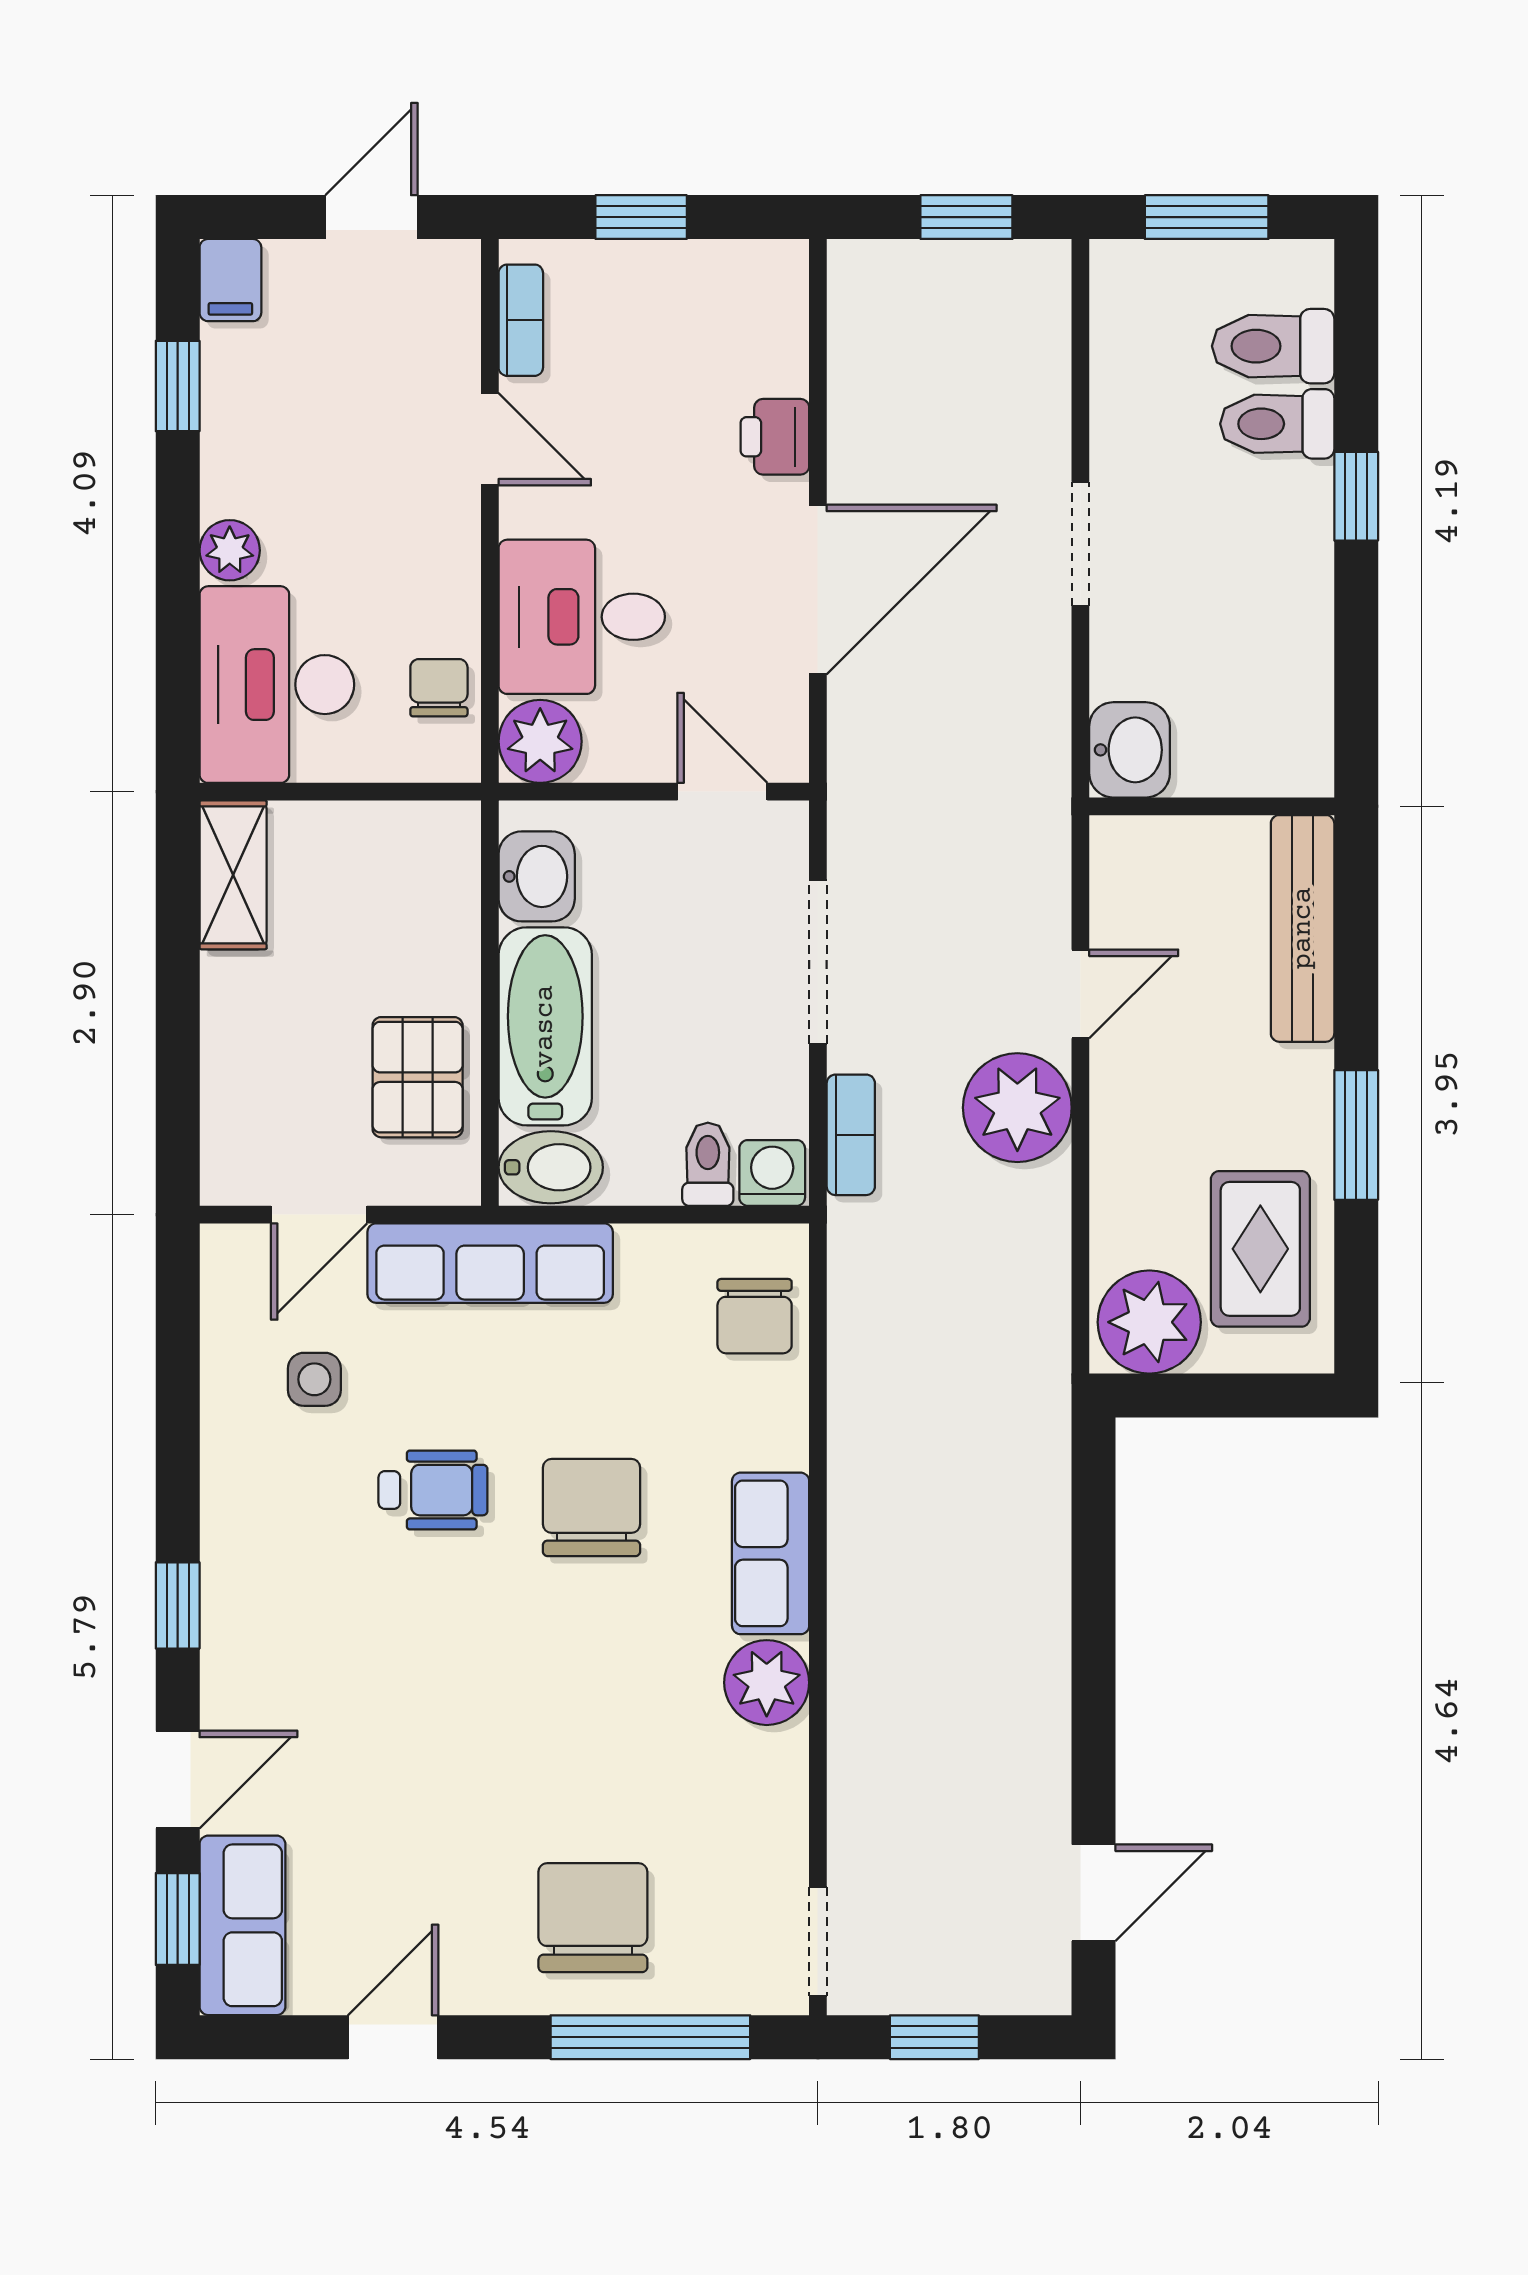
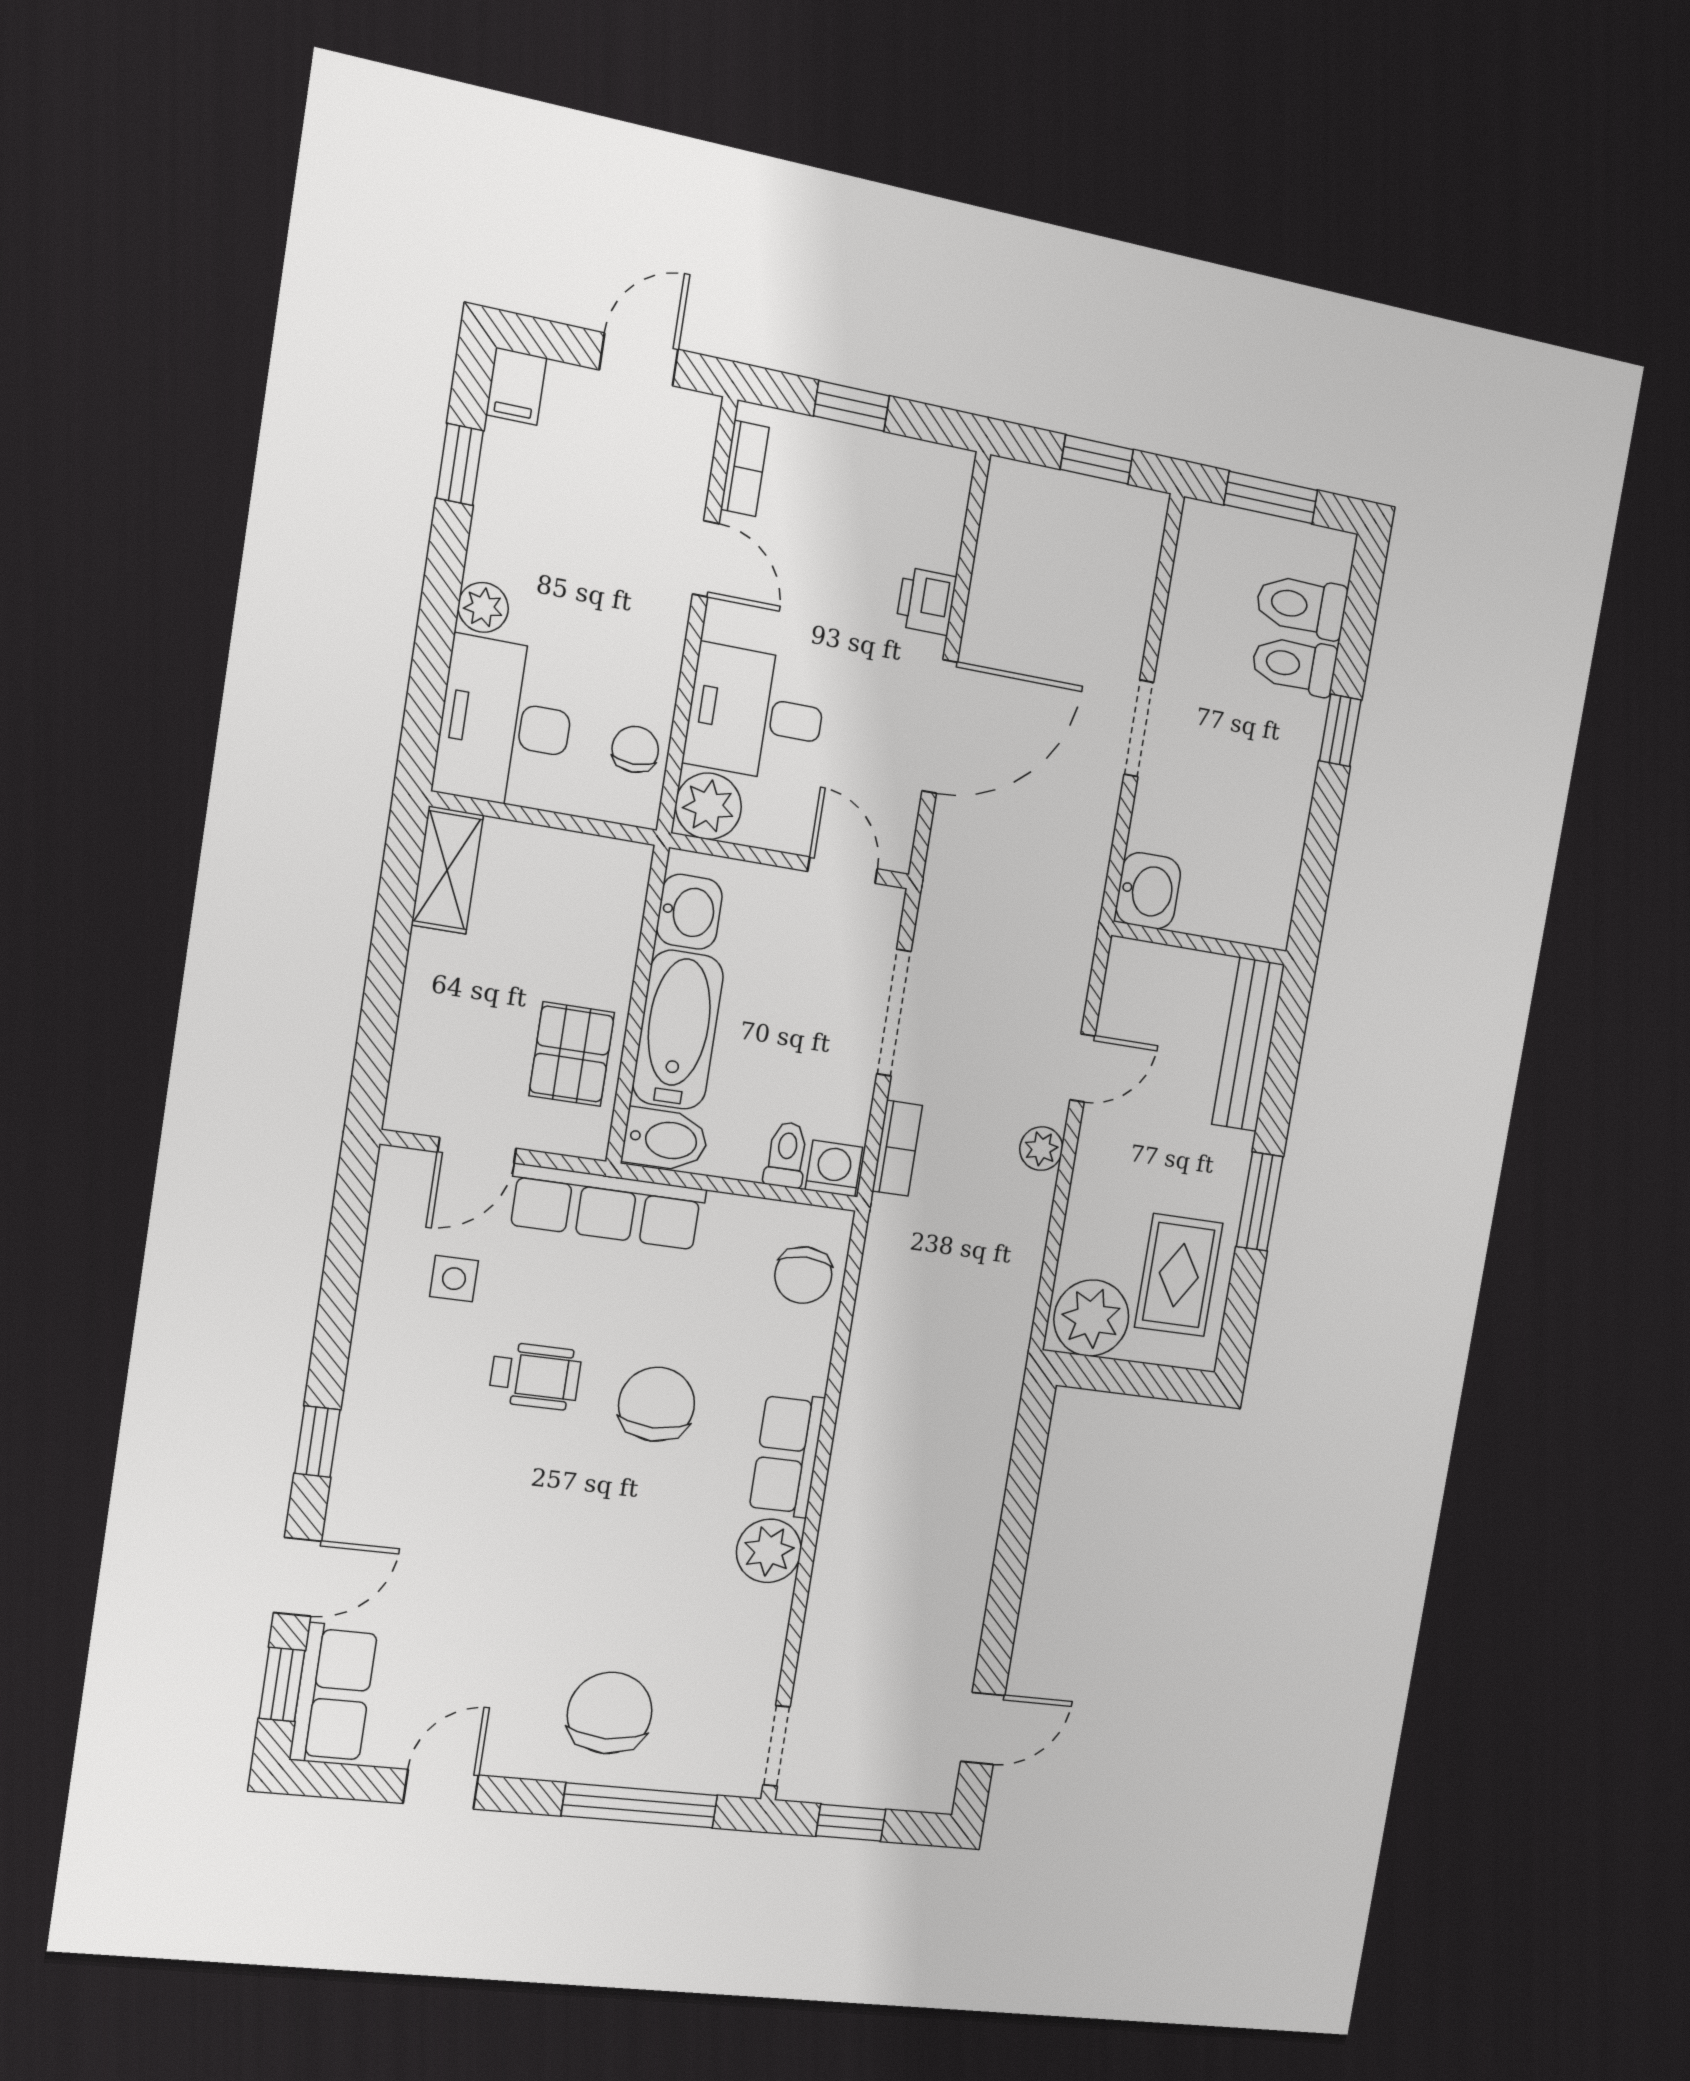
plant: (1017, 1108) -> (1041, 1149), width x0.53, depth x0.53

